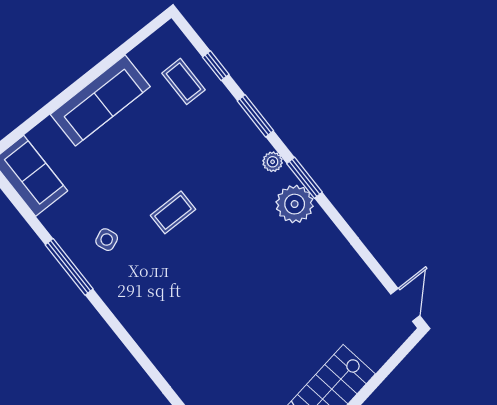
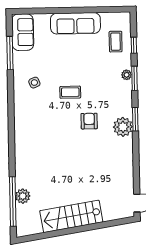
plant: (273, 162) -> (127, 75), moved
armchair: (236, 235) -> (89, 121), added
window: (69, 267) -> (10, 53), moved

